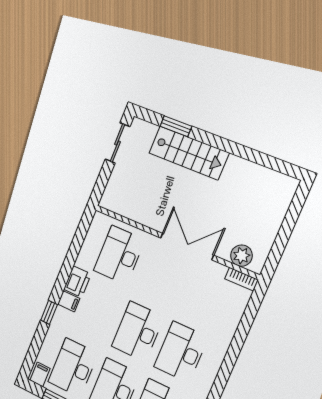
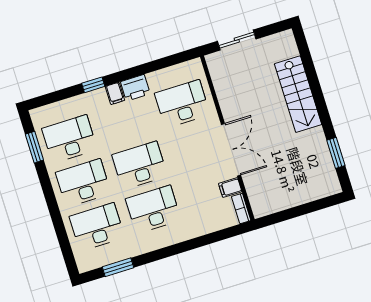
window: (176, 126) -> (336, 153), moved
sliding door: (118, 143) -> (237, 40), moved
plant: (241, 256) -> (257, 194), removed
filing cabinet: (40, 374) -> (230, 188), moved, turned 180

